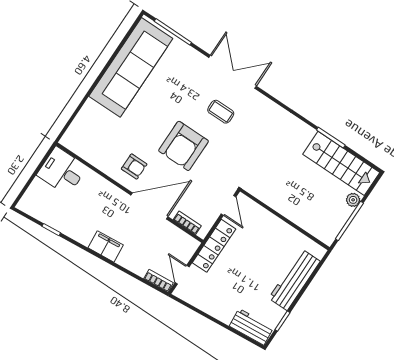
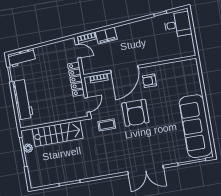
coffee table: (221, 112) -> (107, 125), moved
armchair: (184, 146) -> (135, 113), turned 180
stairs: (341, 163) -> (58, 133), moved, turned 180
desk: (62, 171) -> (178, 25), moved
plant: (353, 200) -> (28, 148), moved
door: (228, 205) -> (87, 105), swing flipped
filing cabinet: (106, 246) -> (106, 36), moved

